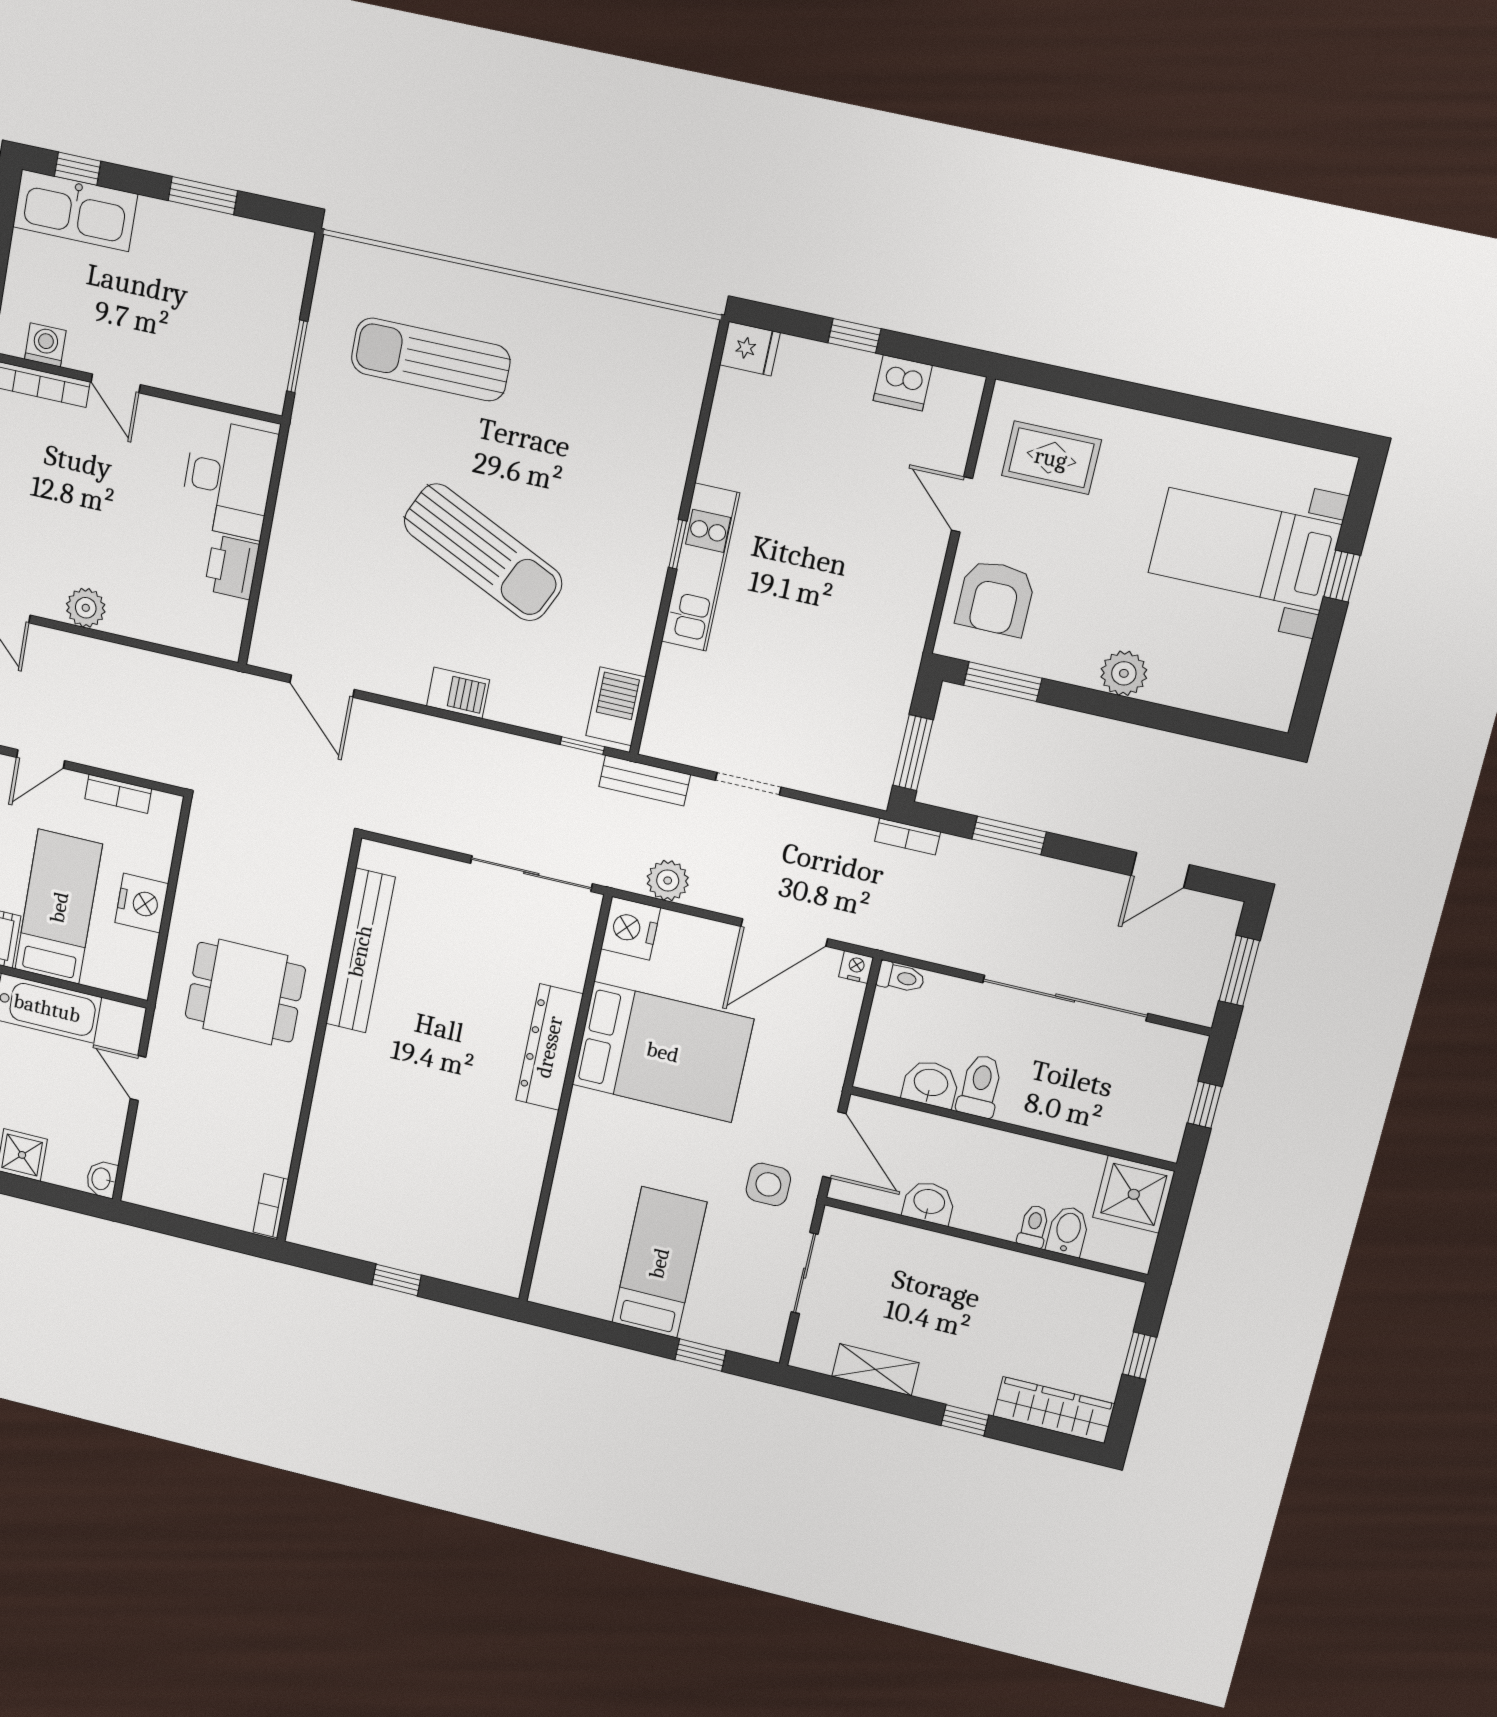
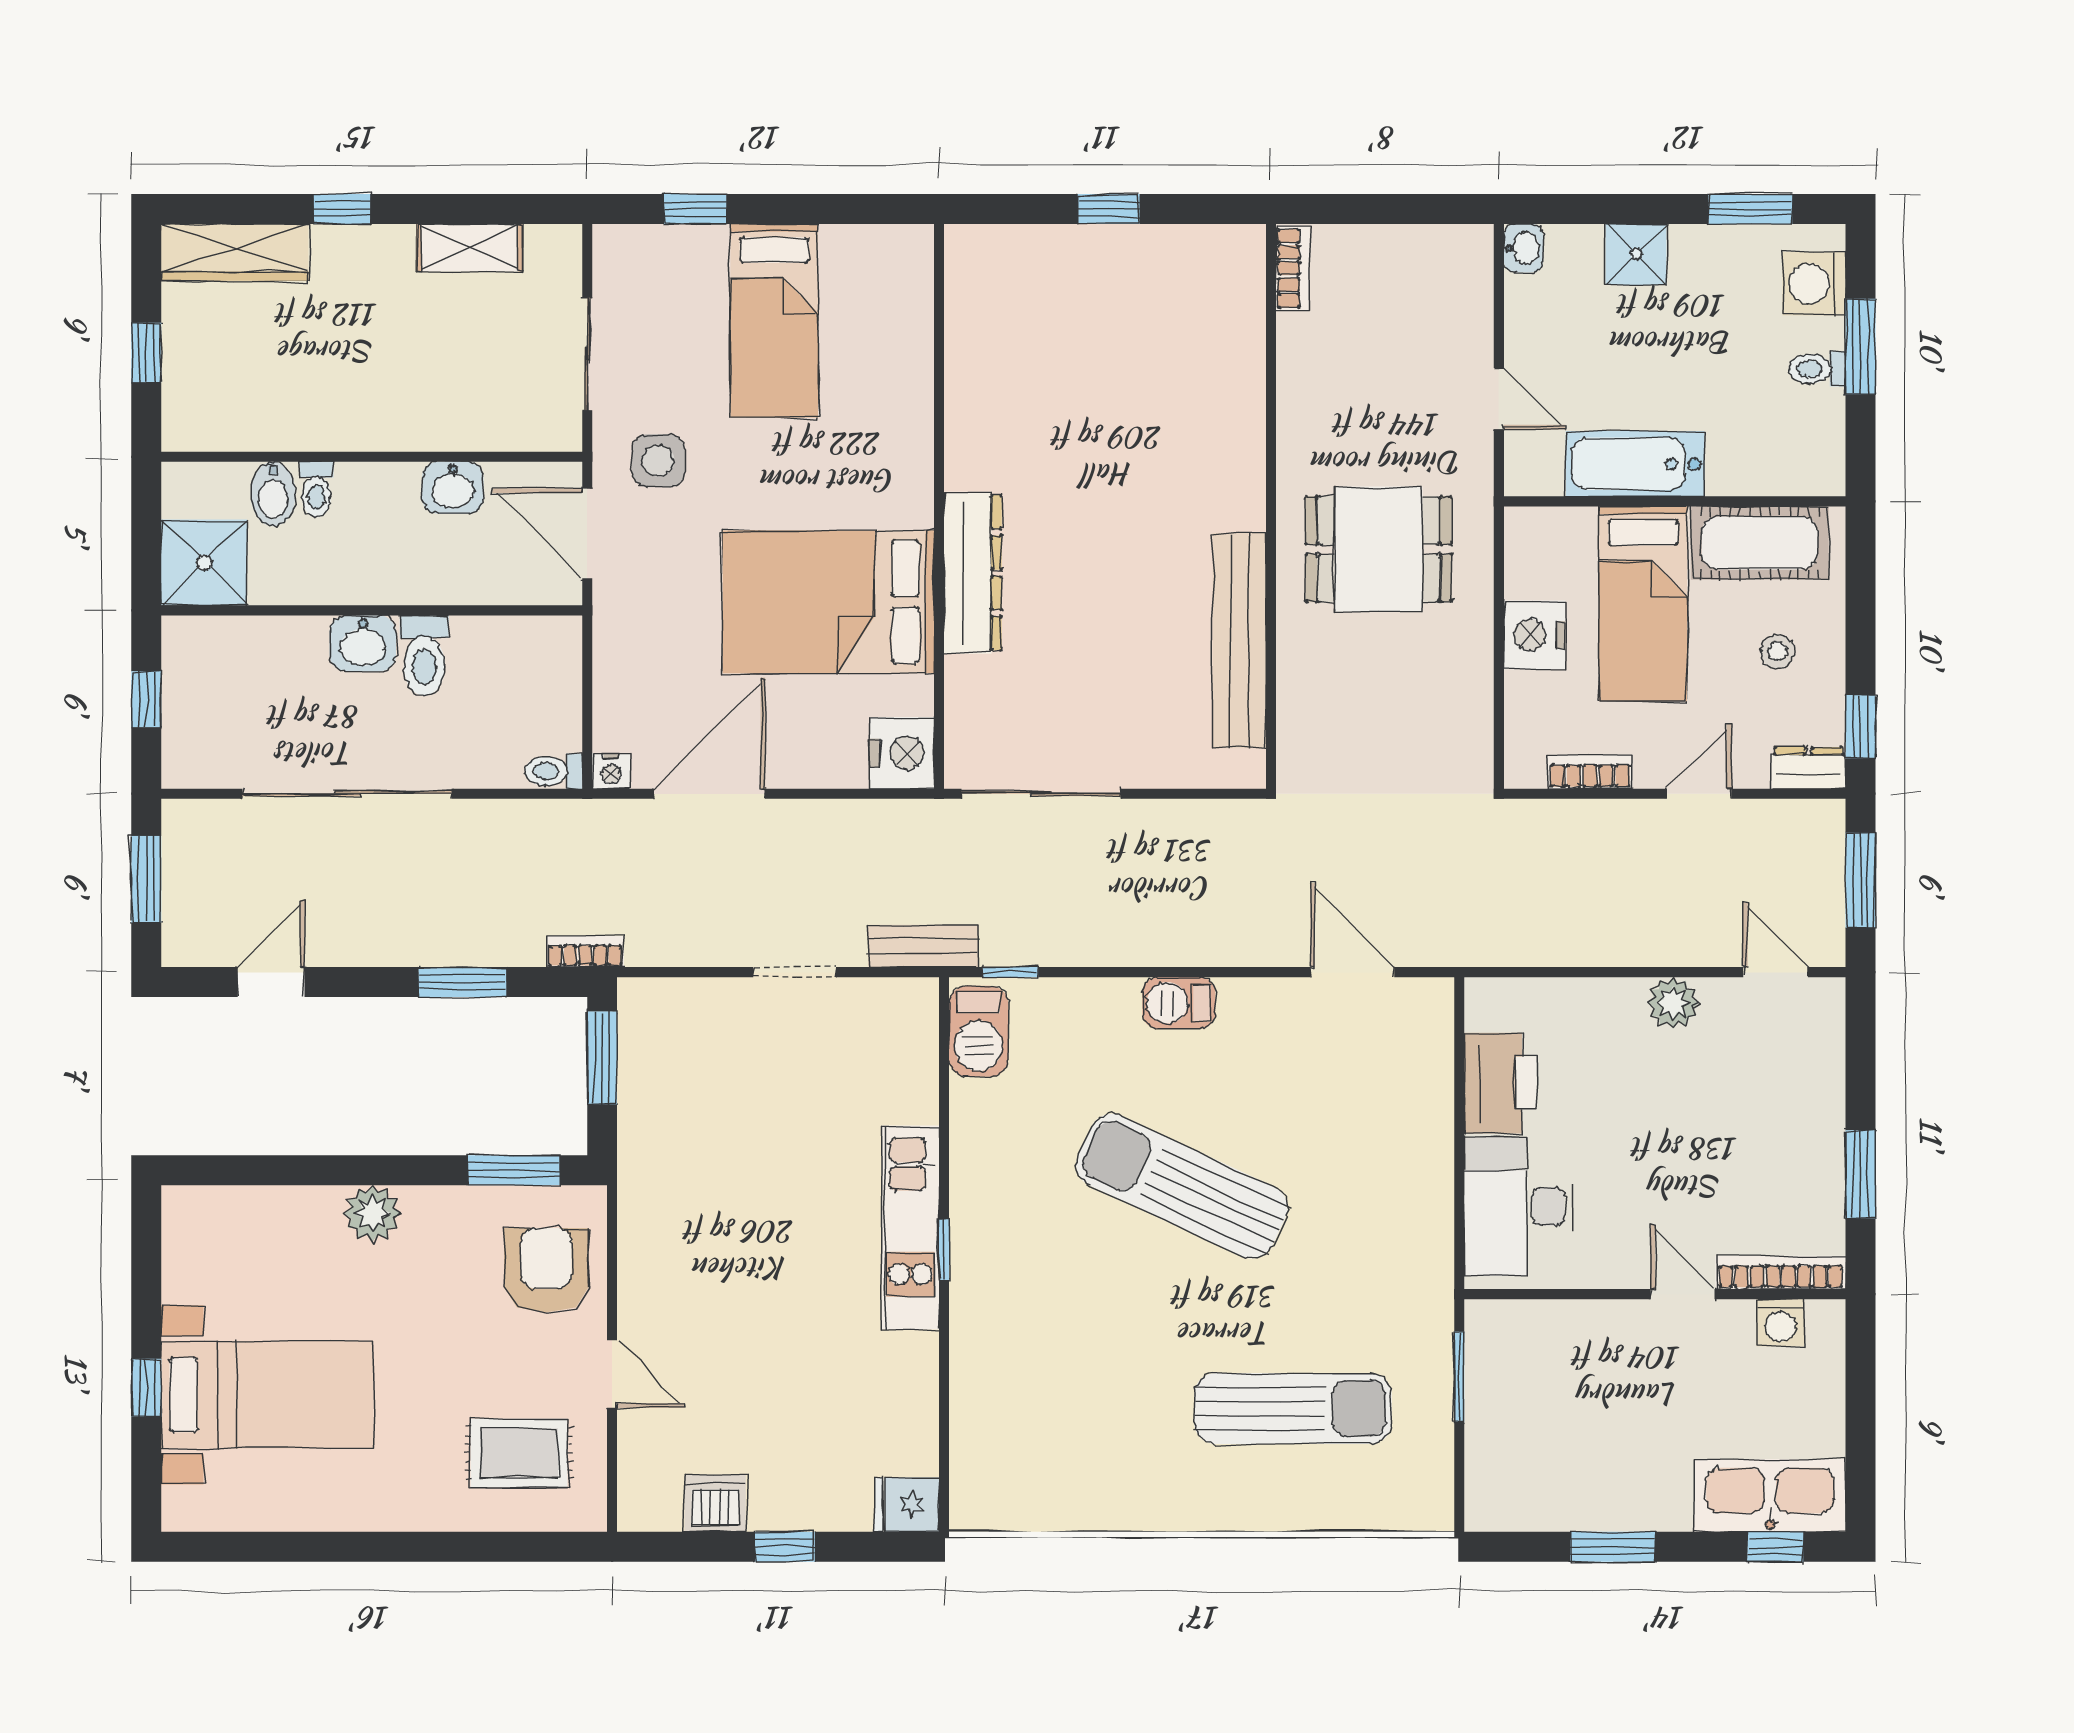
printer: (232, 567) -> (1500, 1083), width x1.37, depth x1.19
plant: (668, 881) -> (868, 826), removed
washbasin: (931, 1084) -> (363, 643), moved

